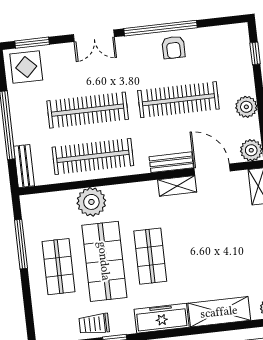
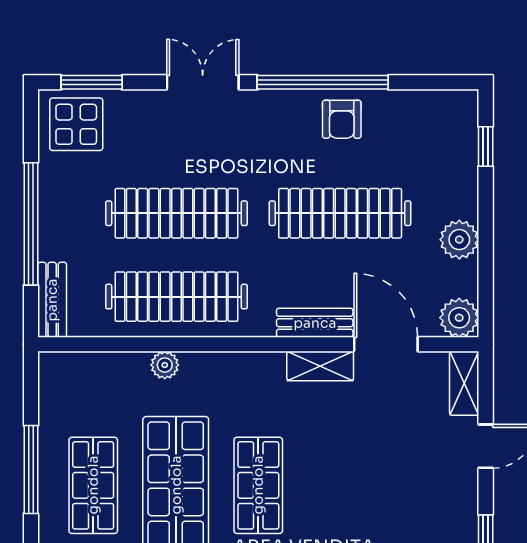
double door: (94, 36) -> (203, 82), swing flipped
plant: (91, 202) -> (165, 365), width x0.53, depth x0.53
window: (21, 244) -> (31, 470), moved

